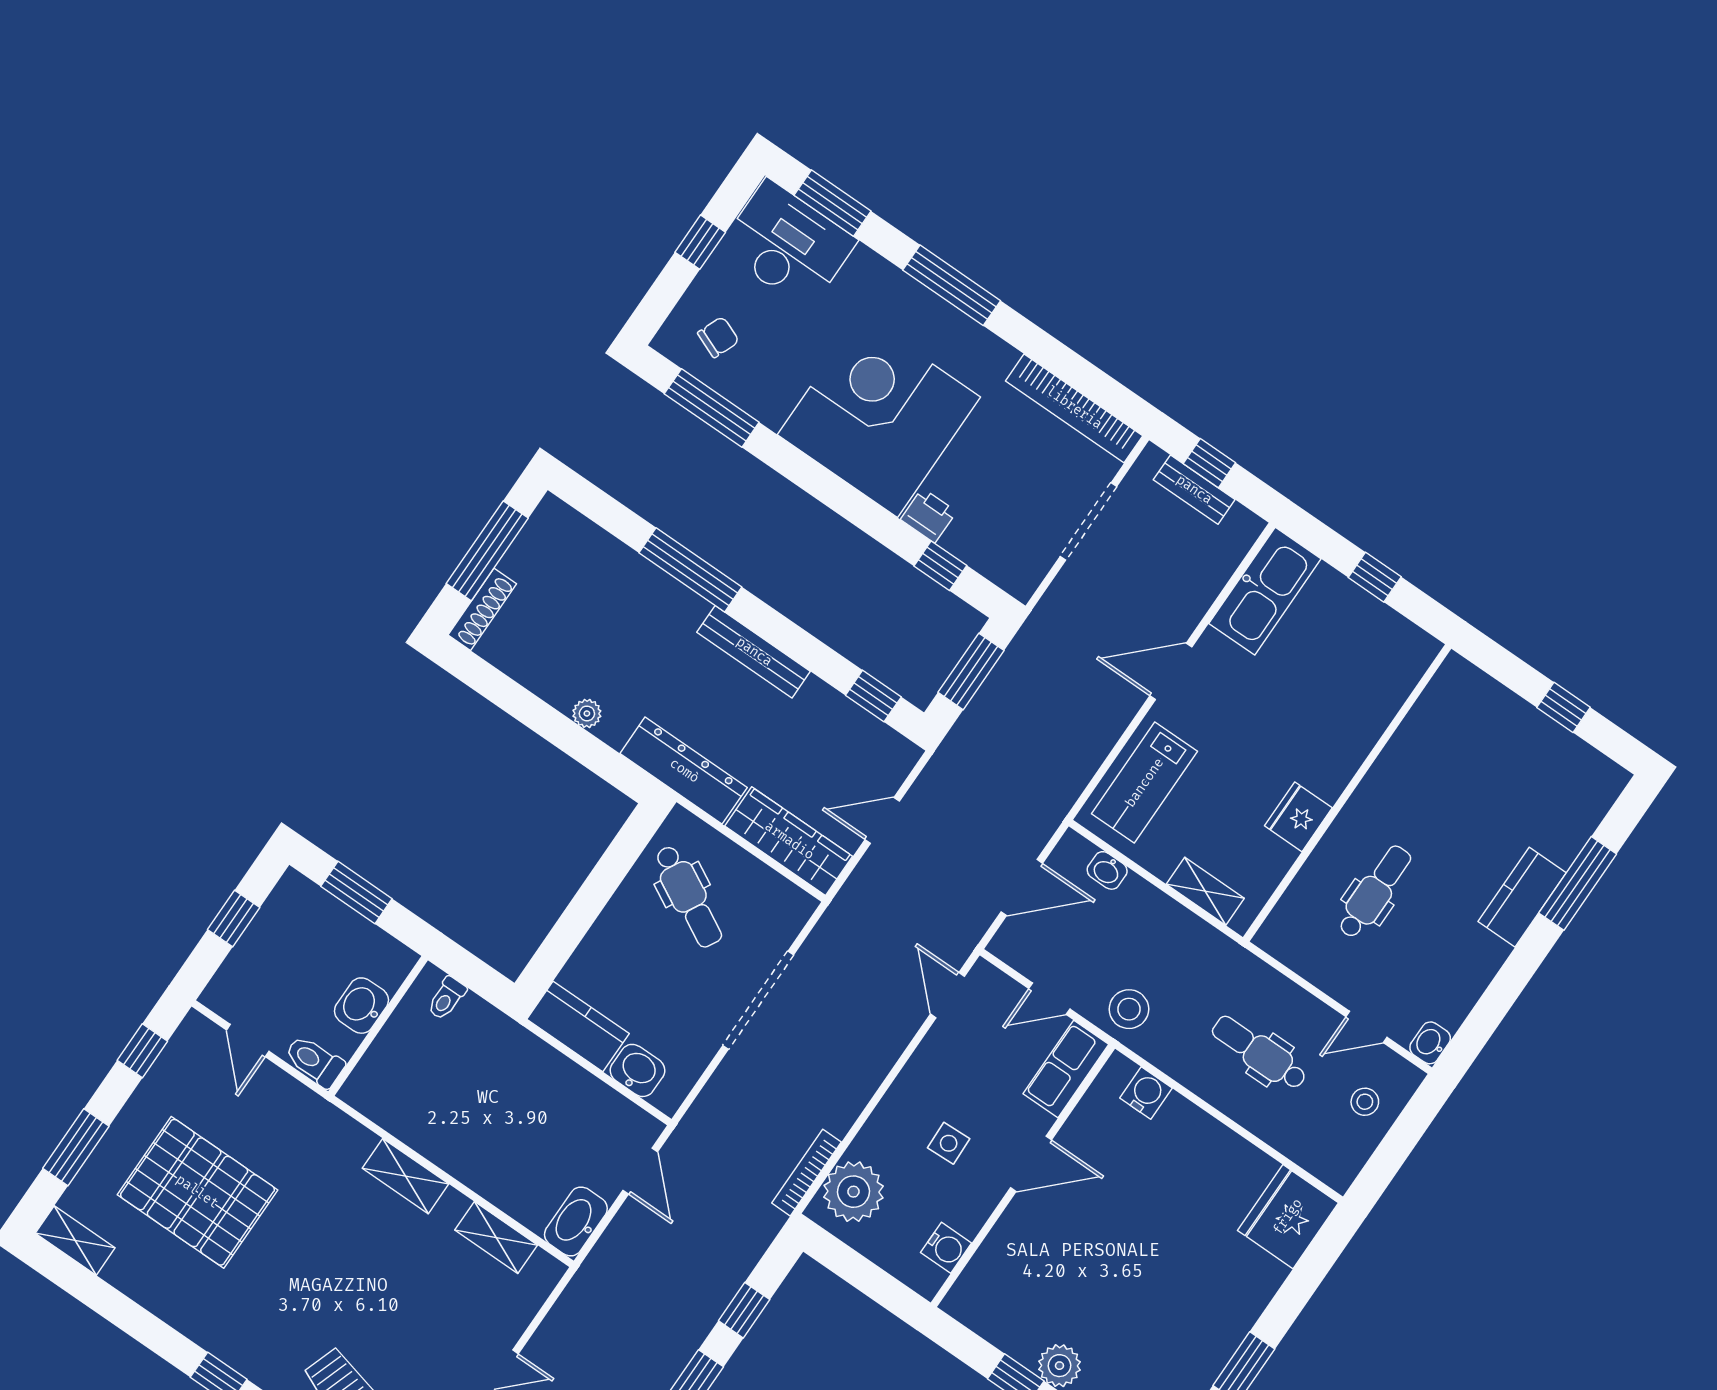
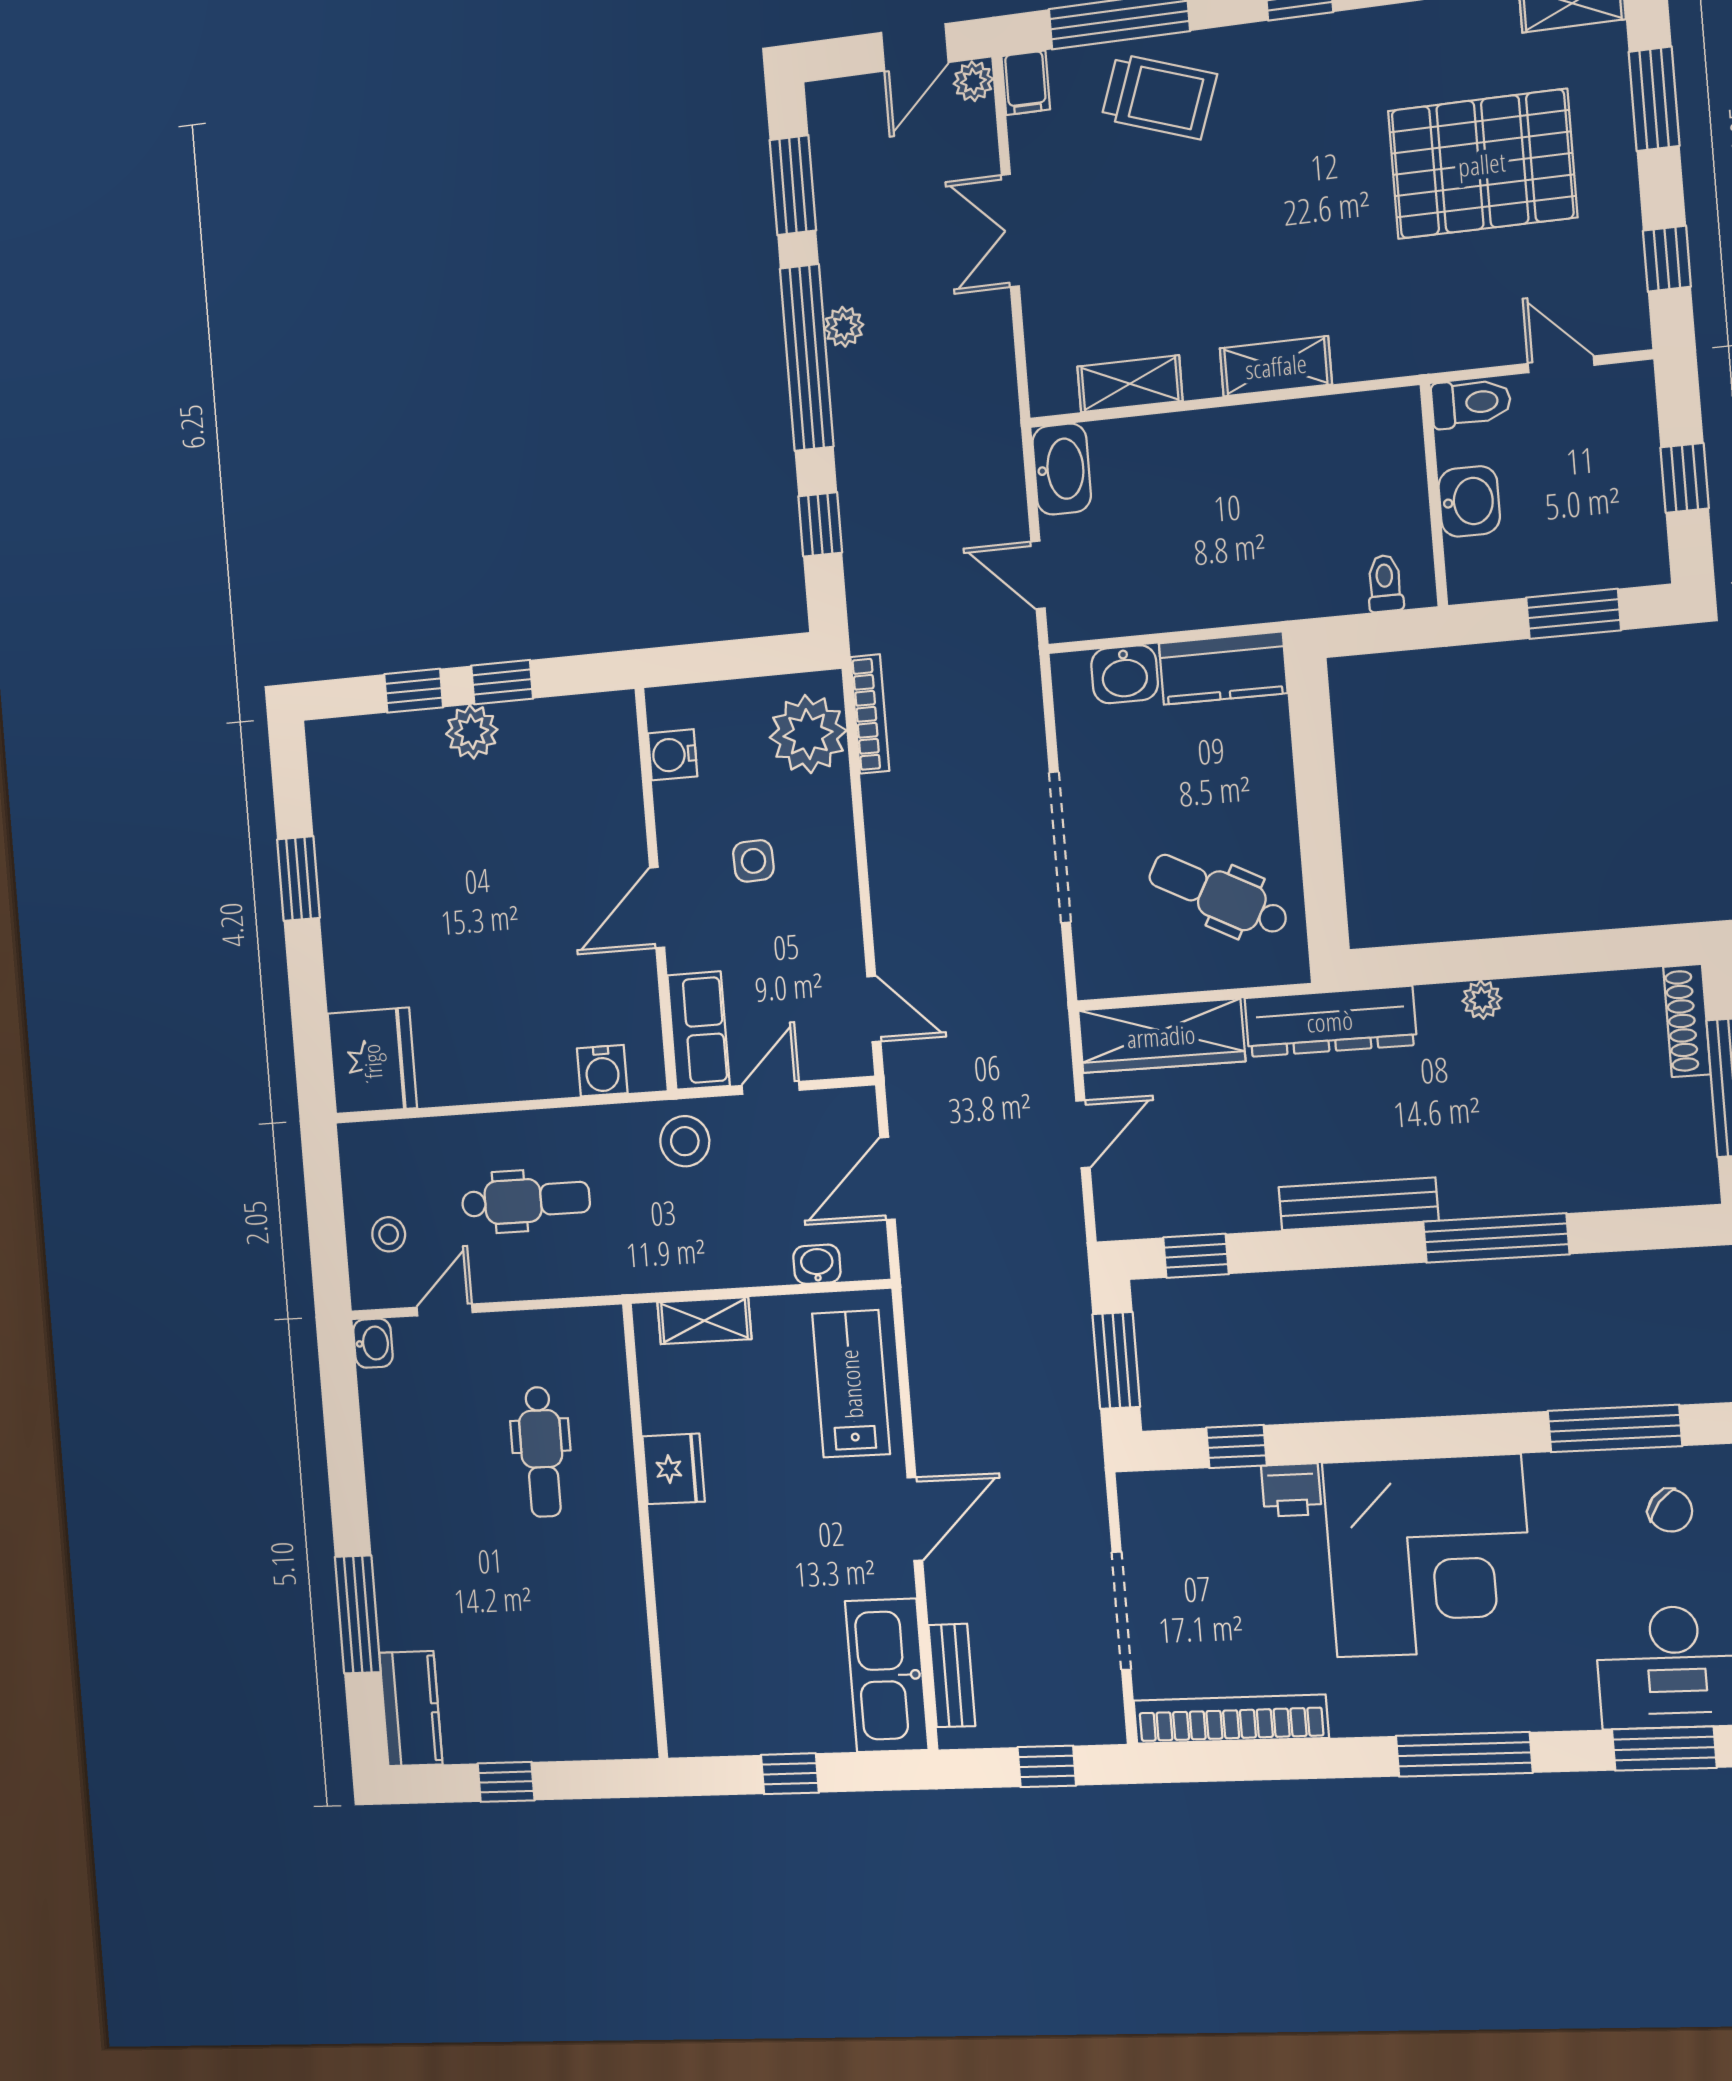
chair: (718, 337) -> (1670, 1510), turned -73
bench: (1194, 490) -> (952, 1675), moved, turned 90
kitchen counter: (1522, 897) -> (411, 1709), moved

